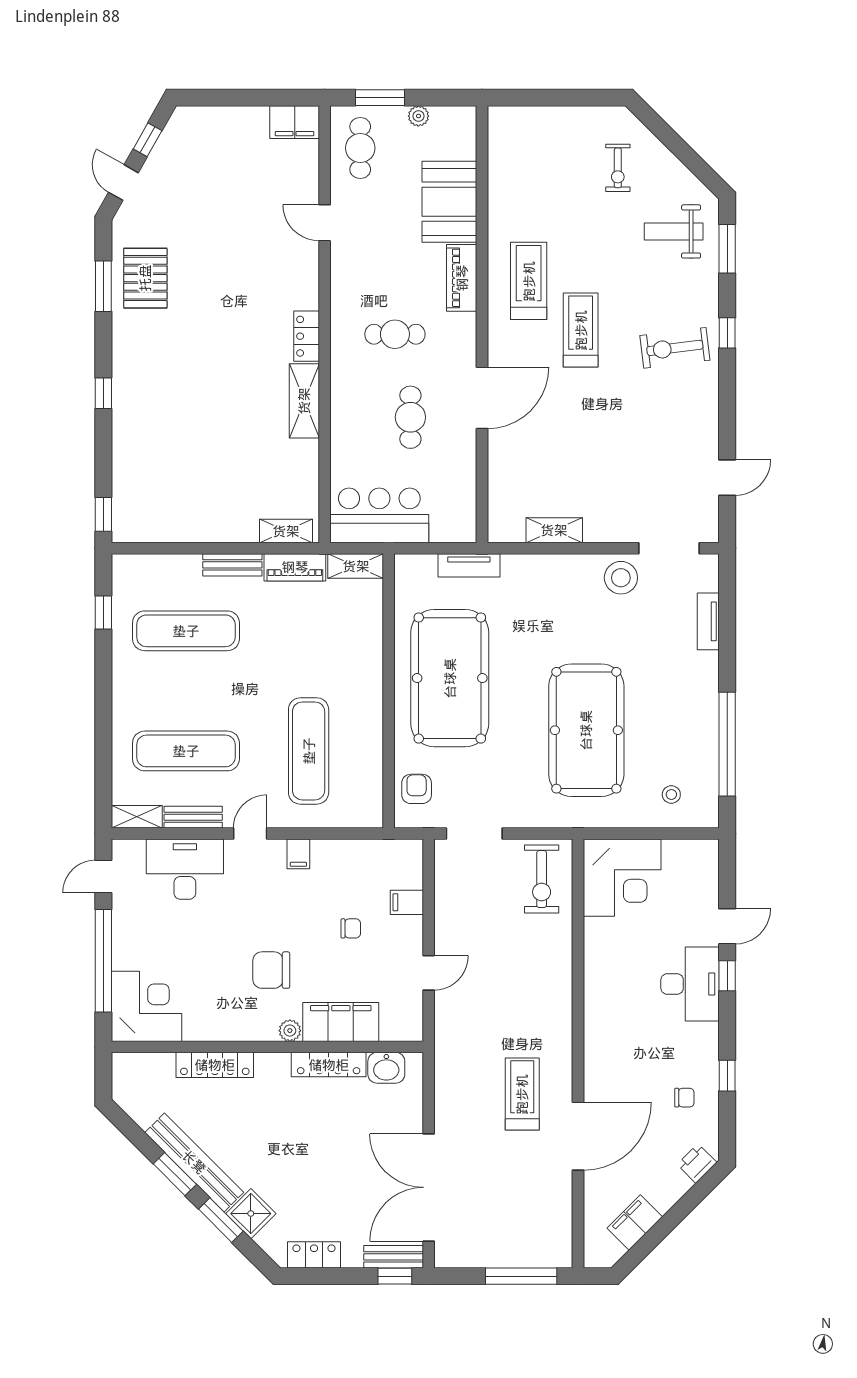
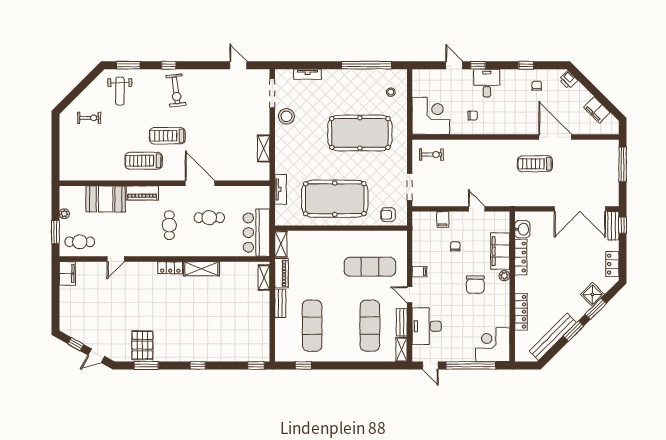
pallet: (145, 278) -> (142, 345), turned 90
exercise bike: (542, 879) -> (431, 155), width x0.73, depth x0.72
chair: (623, 965) -> (473, 116), added
desk: (690, 984) -> (487, 83), width x0.73
bench: (194, 1162) -> (553, 337), moved

